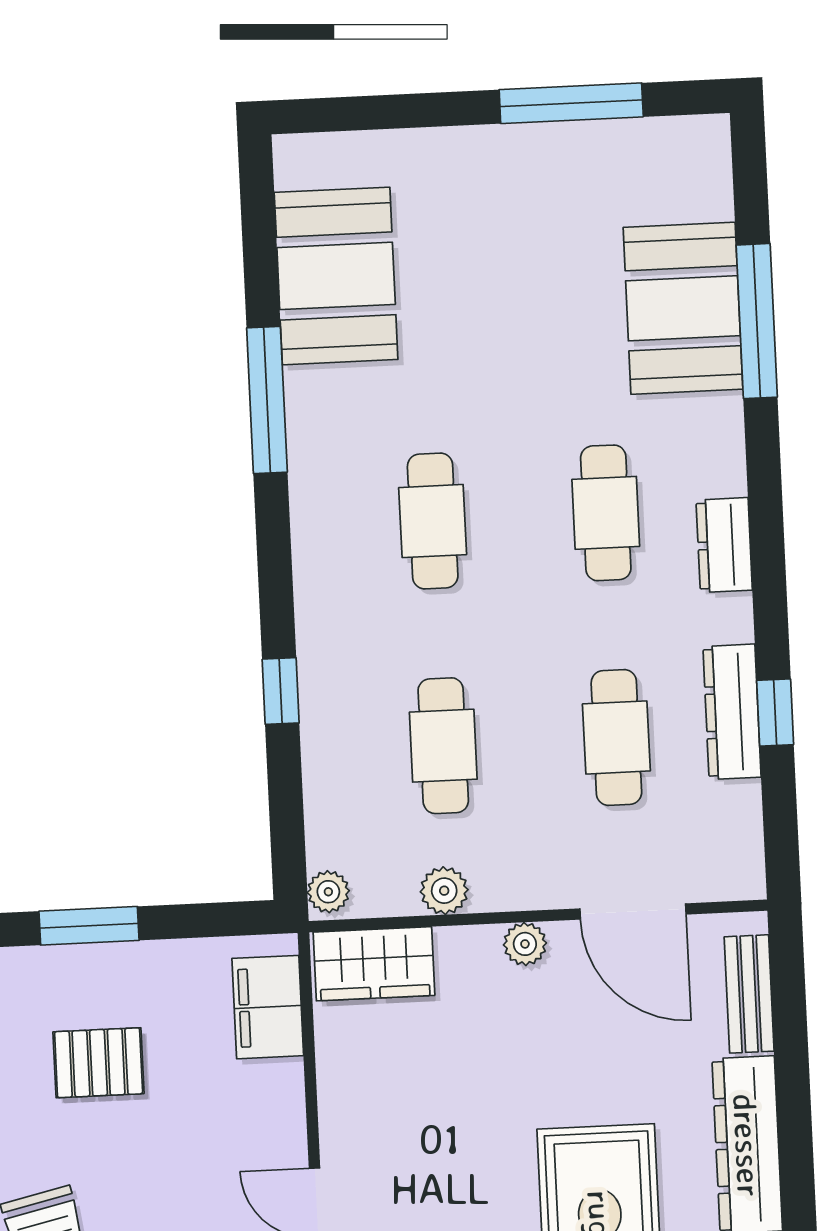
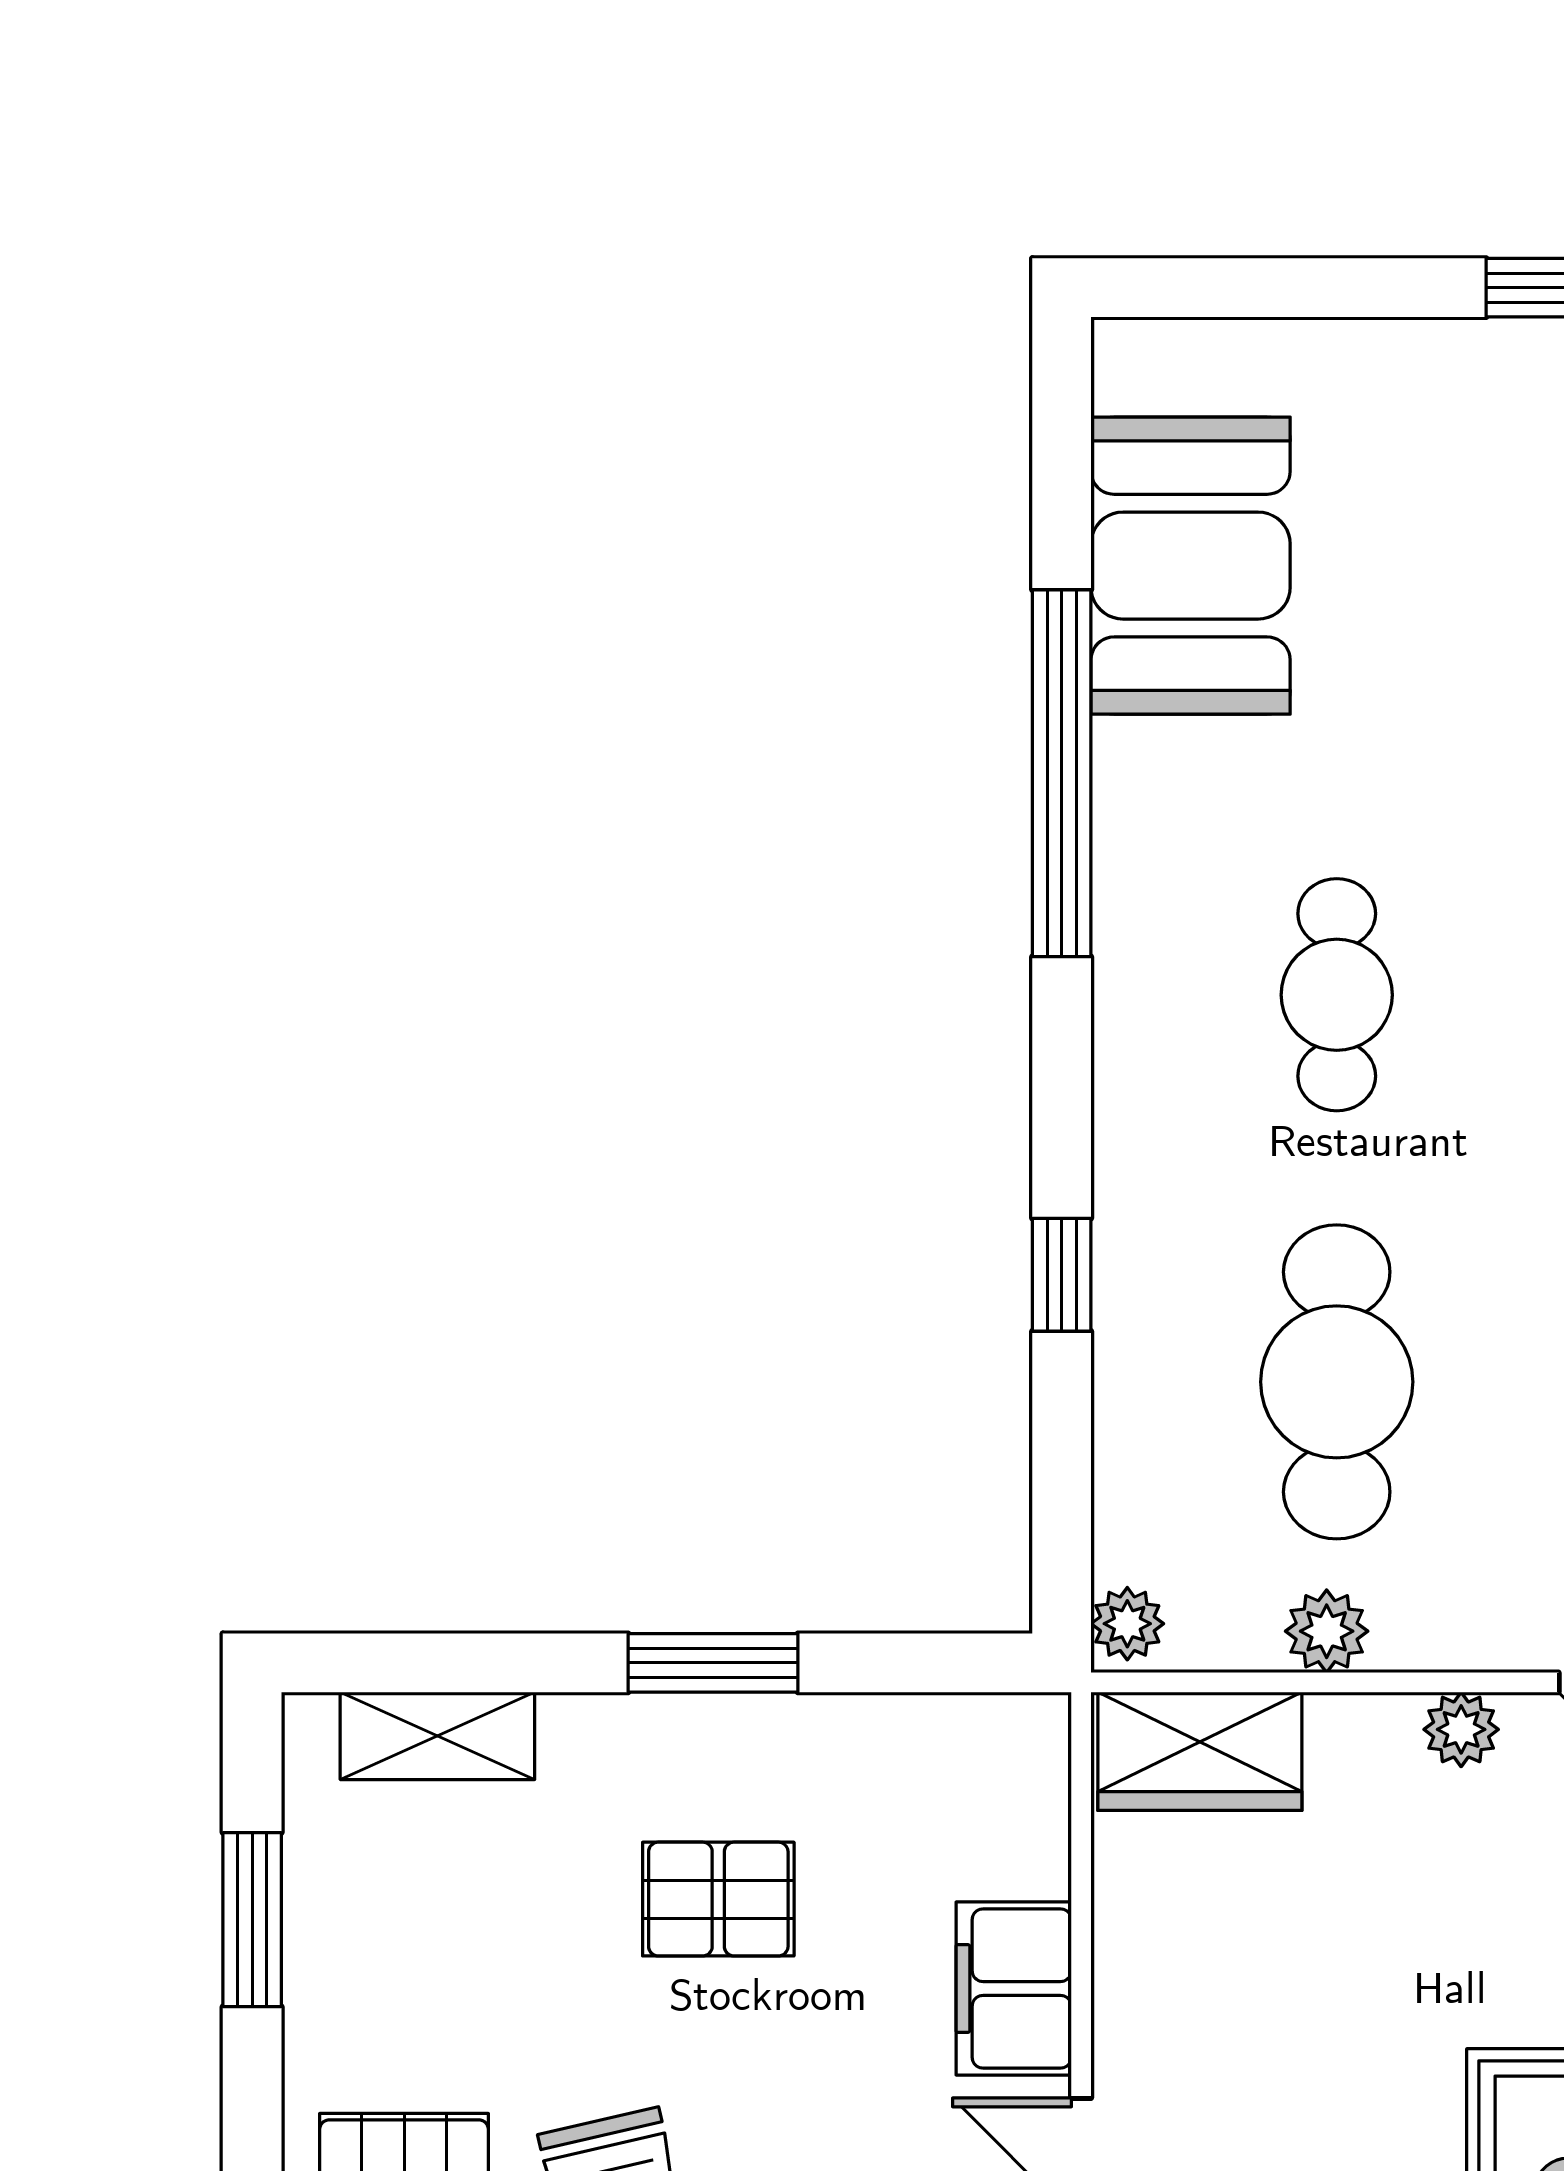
window: (267, 400) -> (1062, 773), width x1.46
cafe table: (443, 746) -> (1337, 1382), width x1.37, depth x1.35
filing cabinet: (268, 1007) -> (1014, 1988), moved

